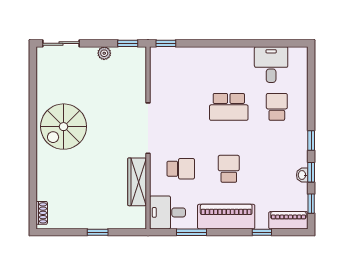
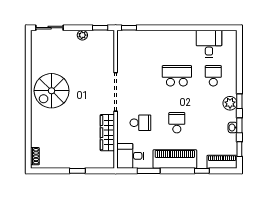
school desk: (229, 107) -> (177, 76), turned 180
plant: (299, 143) -> (230, 103), added

